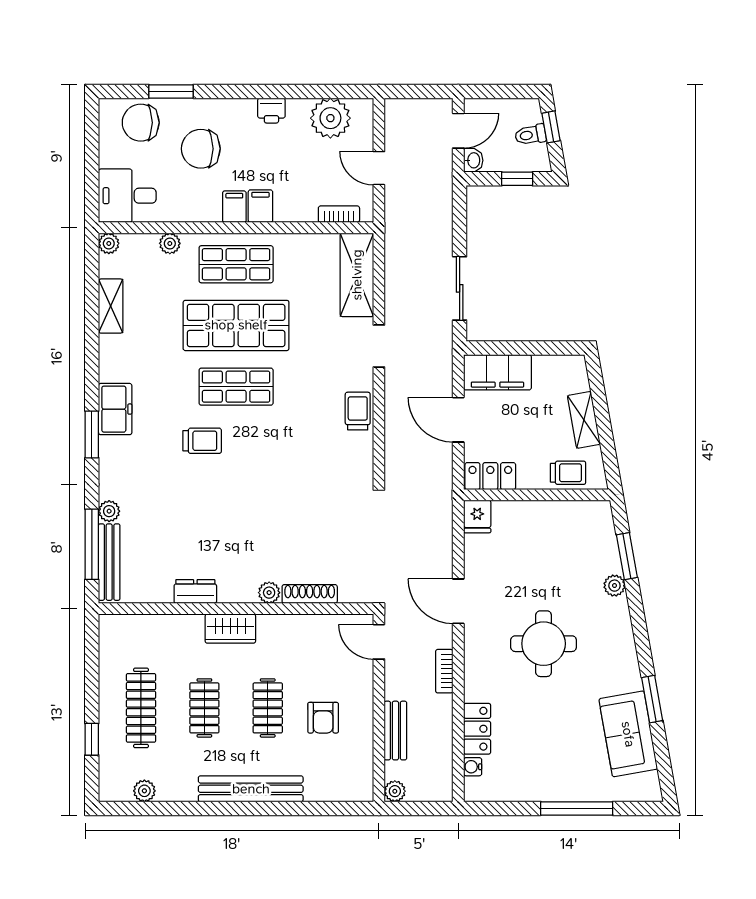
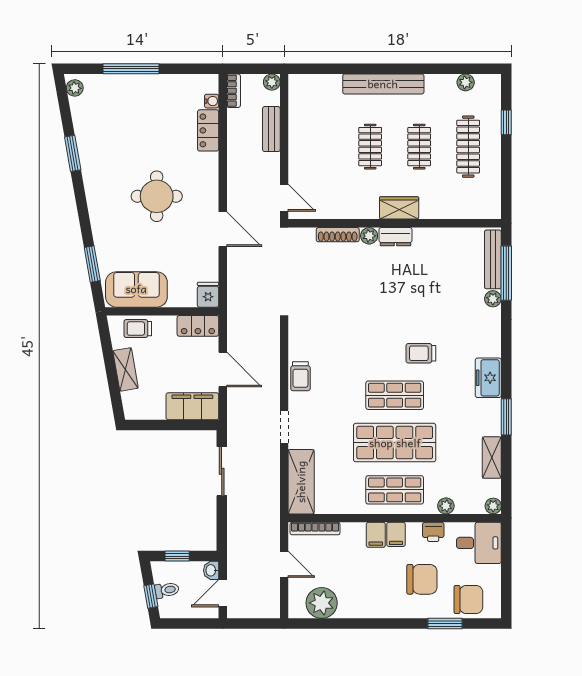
printer: (271, 111) -> (433, 532), moved, turned 180
bookcase: (339, 214) -> (315, 529), width x1.56
window: (92, 434) -> (506, 417), moved
plant: (614, 586) -> (75, 88), moved
dresser: (195, 591) -> (396, 237), moved
bookcase: (444, 671) -> (234, 91), moved
armchair: (323, 718) -> (327, 139), removed
sofa: (628, 734) -> (136, 289), moved, turned -80

